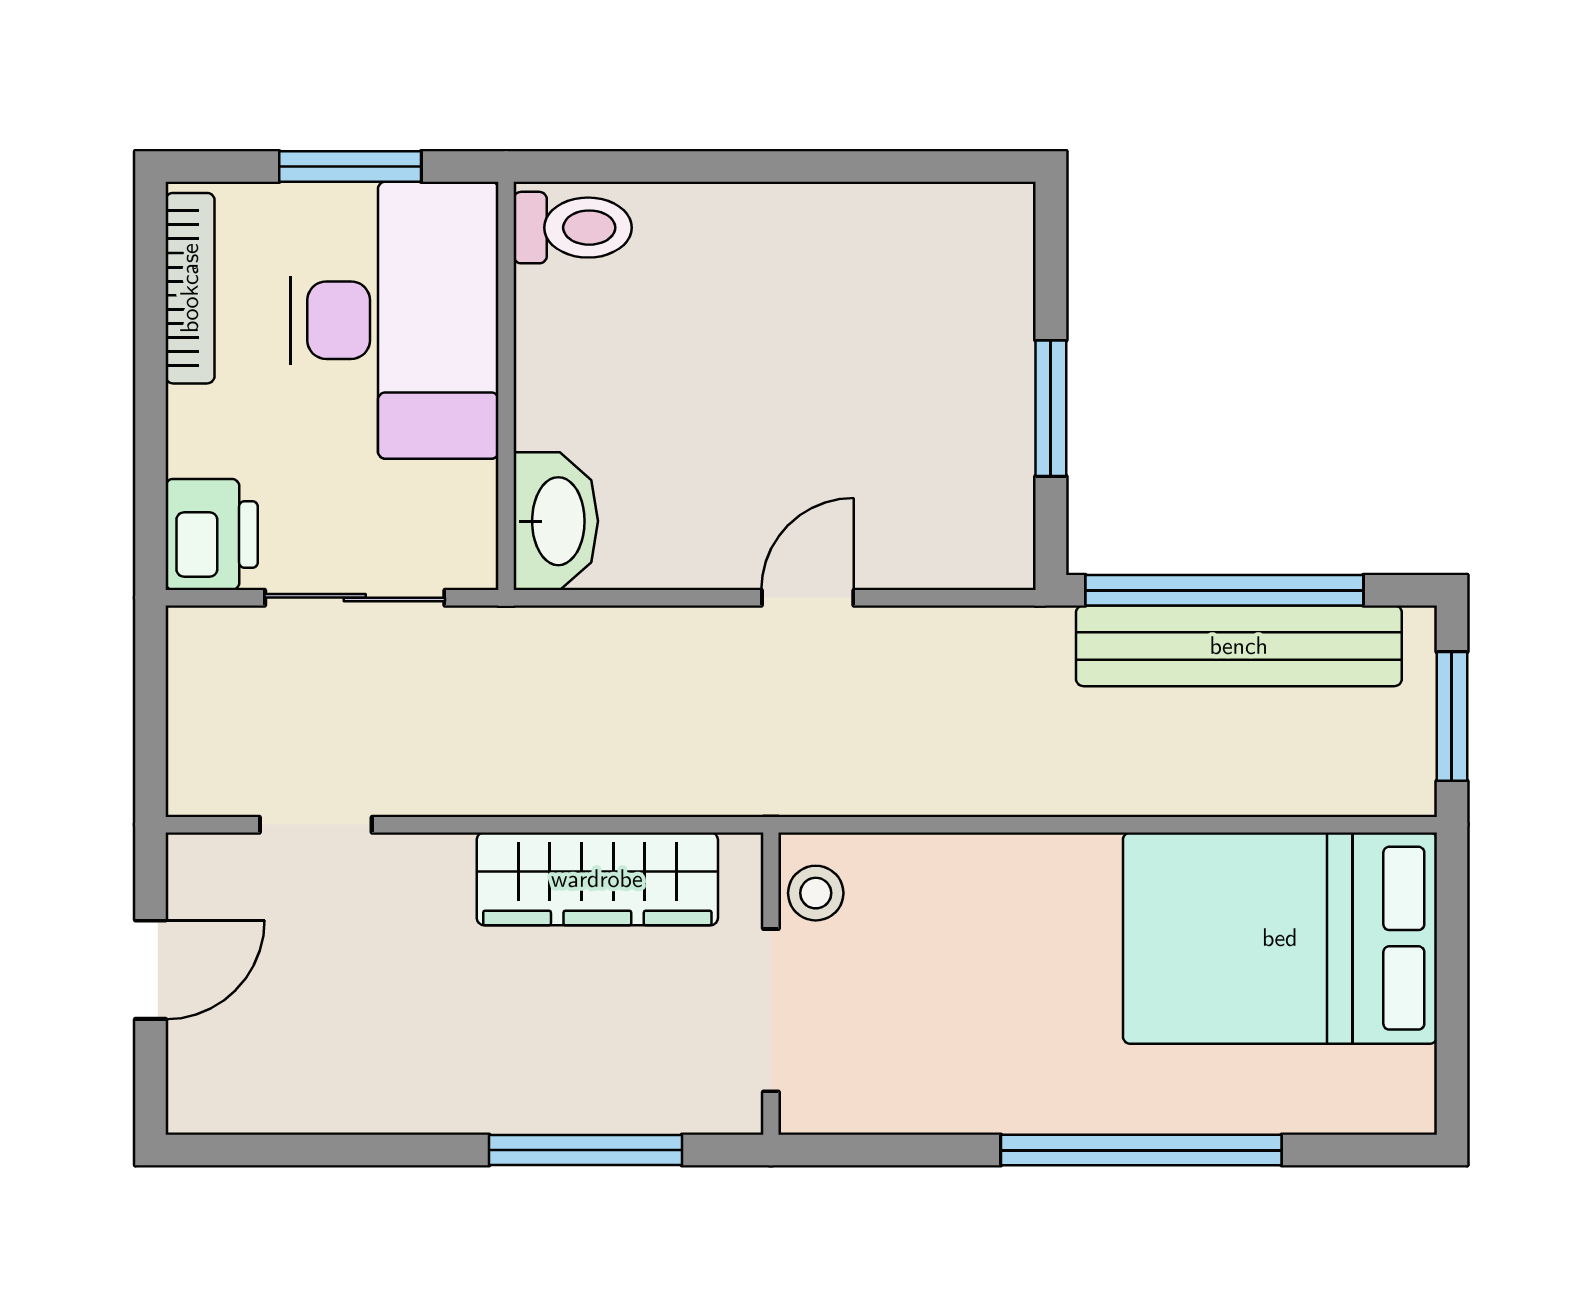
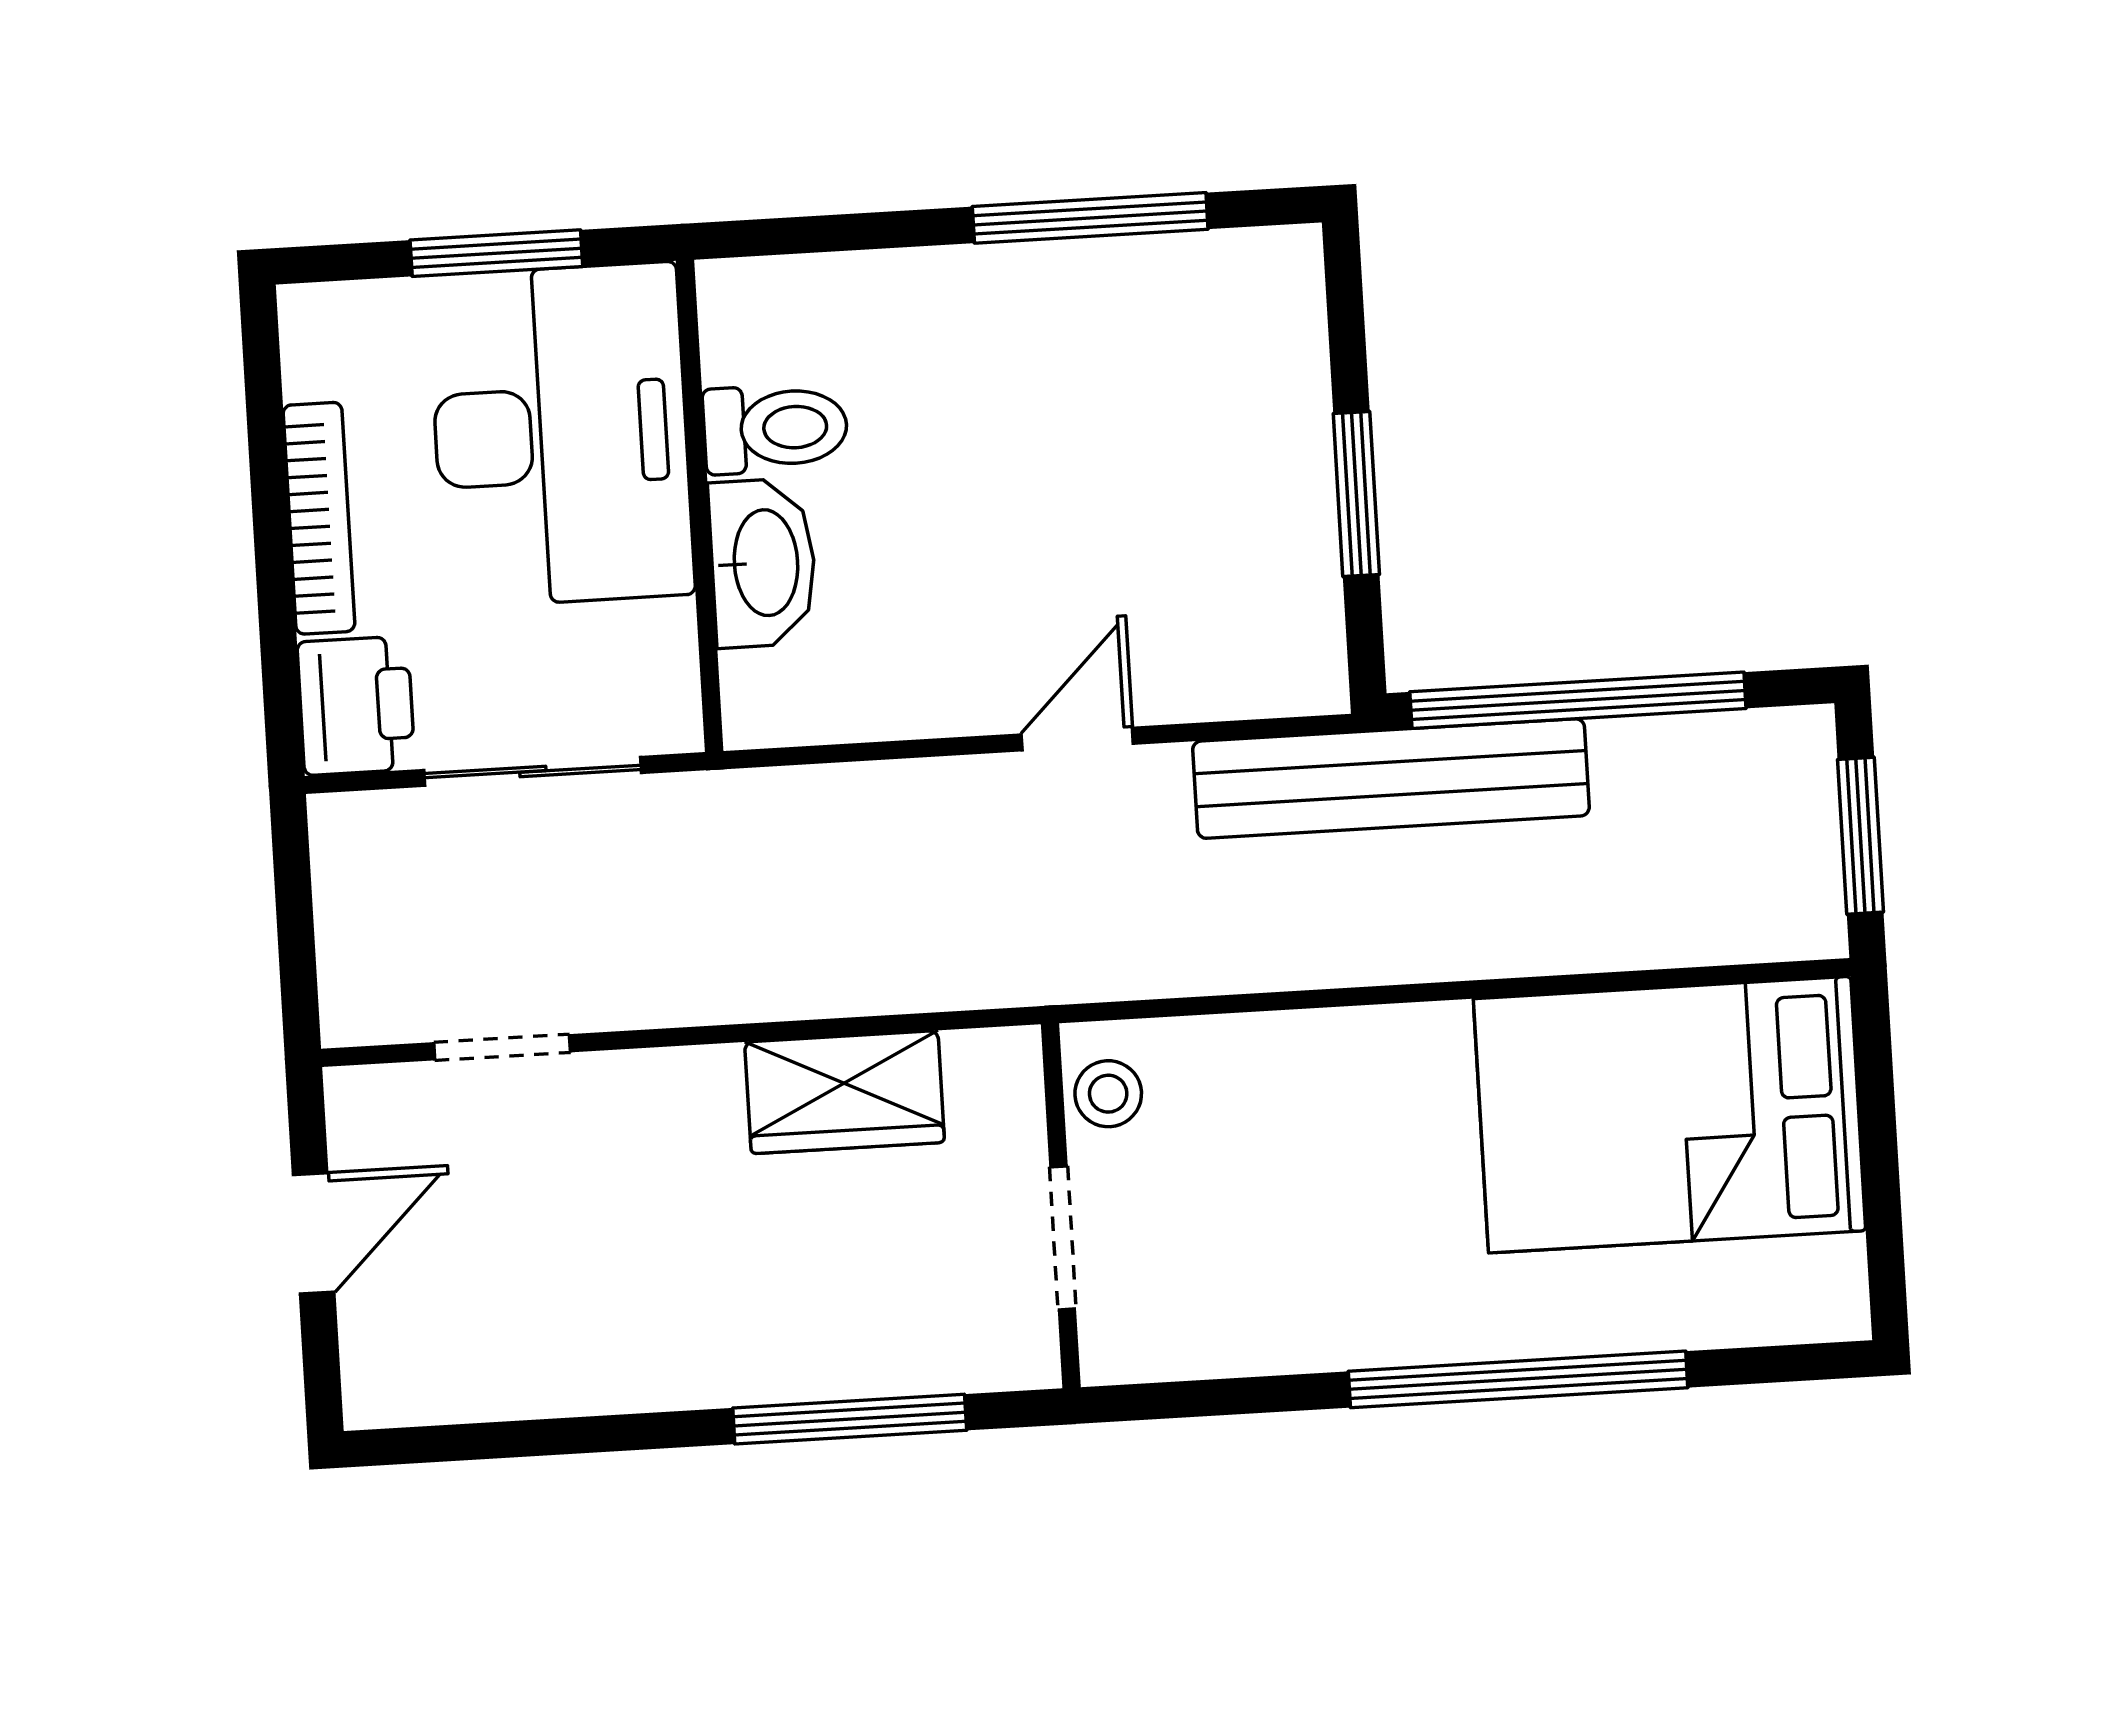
window: (844, 166) -> (1090, 218), added
toilet: (573, 228) -> (775, 428), moved
bookcase: (190, 288) -> (319, 518), moved
washbasin: (556, 521) -> (763, 563), moved
bench: (1239, 646) -> (1391, 778), moved
wardrobe: (597, 879) -> (845, 1092), width x0.67
doorway: (771, 1010) -> (1063, 1238), width x0.73

